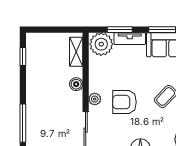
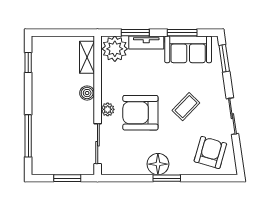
armchair: (124, 102) -> (140, 113), width x1.36, depth x1.36

